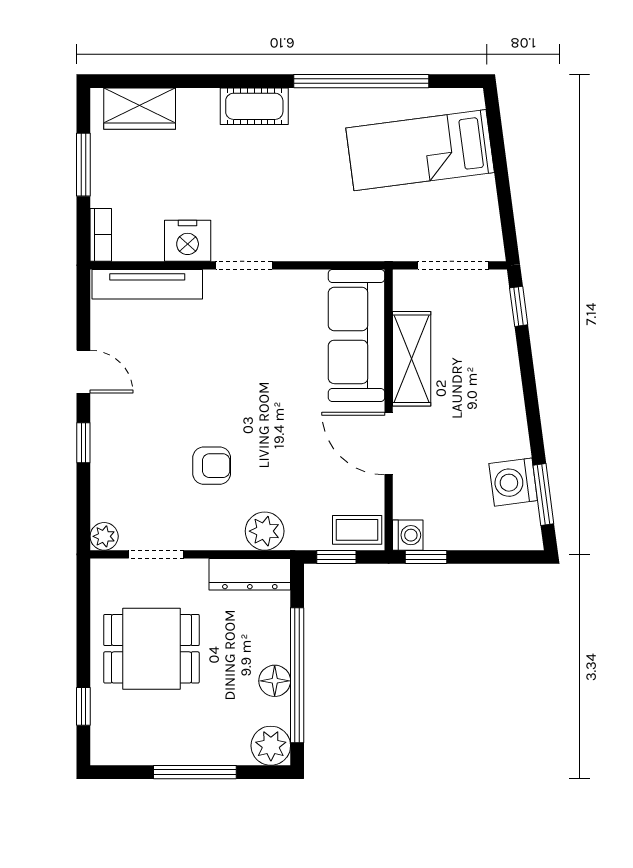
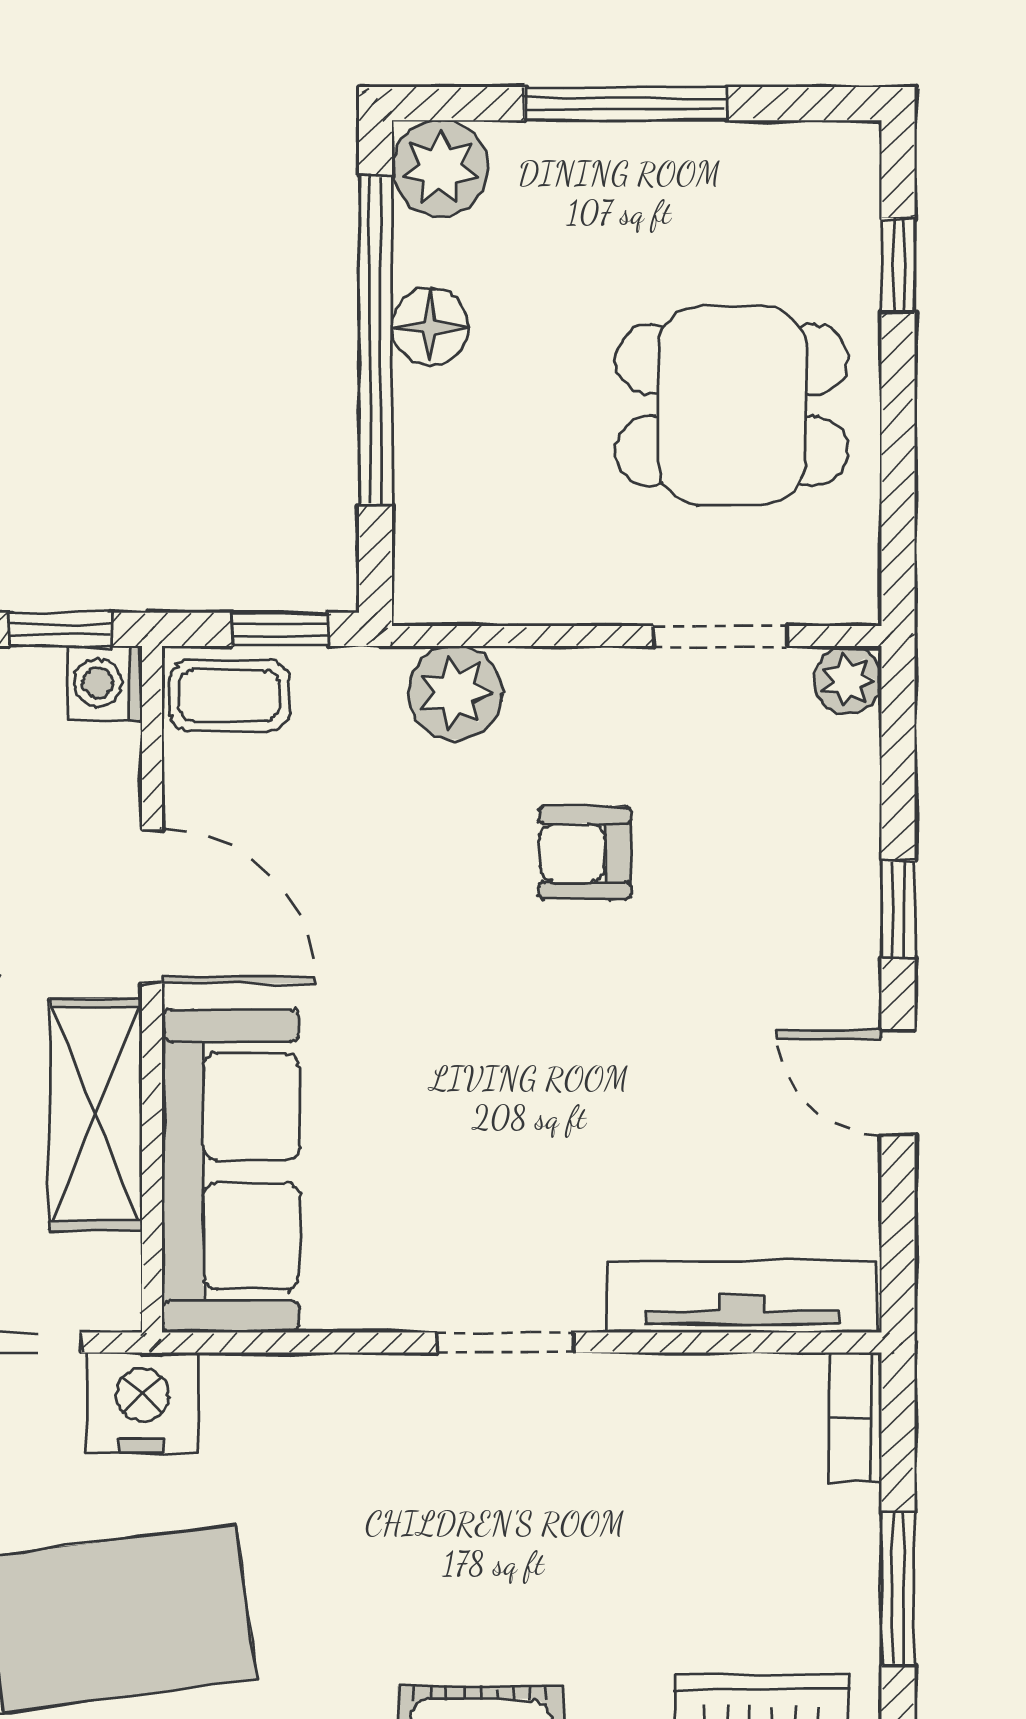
nightstand: (188, 241) -> (142, 1403), moved
dresser: (250, 574) -> (491, 587), removed

